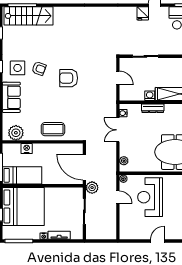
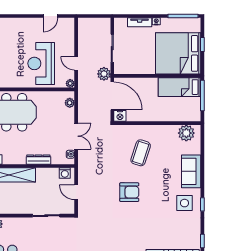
armchair: (39, 68) -> (161, 203), removed
washing machine: (150, 96) -> (65, 173), moved
coffee table: (53, 129) -> (141, 153), moved, turned -72
nightstand: (27, 149) -> (120, 116), moved
reception desk: (150, 197) -> (41, 63), turned 180
door: (157, 241) -> (50, 16), moved

